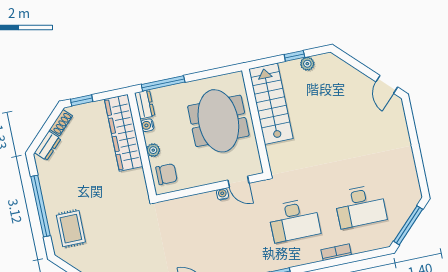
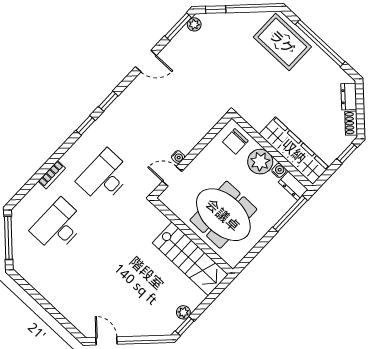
window: (294, 56) -> (185, 326), moved
plant: (153, 150) -> (260, 162), width x1.88, depth x1.88
rug: (71, 229) -> (282, 42), width x1.36, depth x1.43

